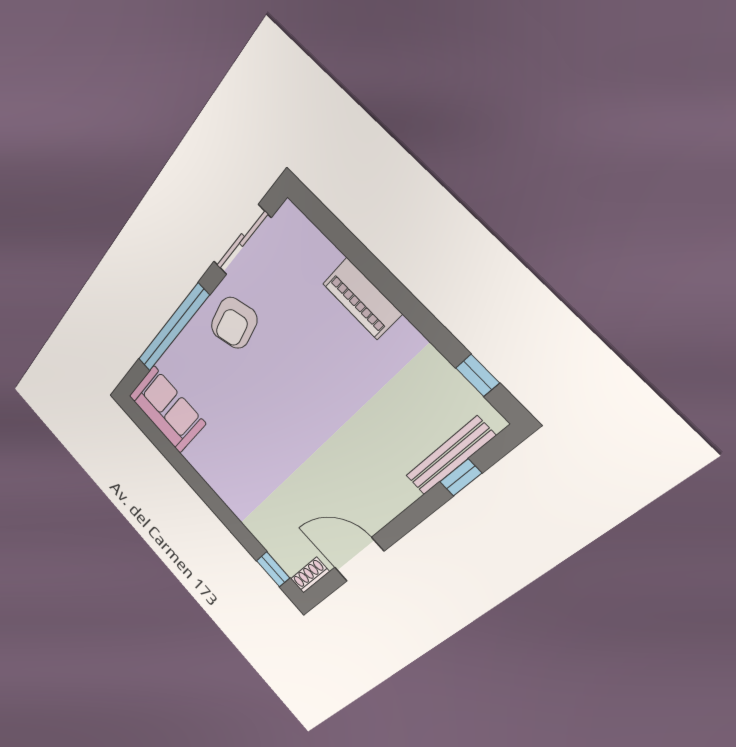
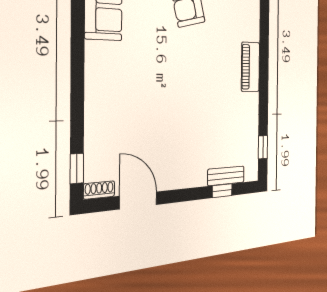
bench: (450, 456) -> (226, 176), width x0.73

